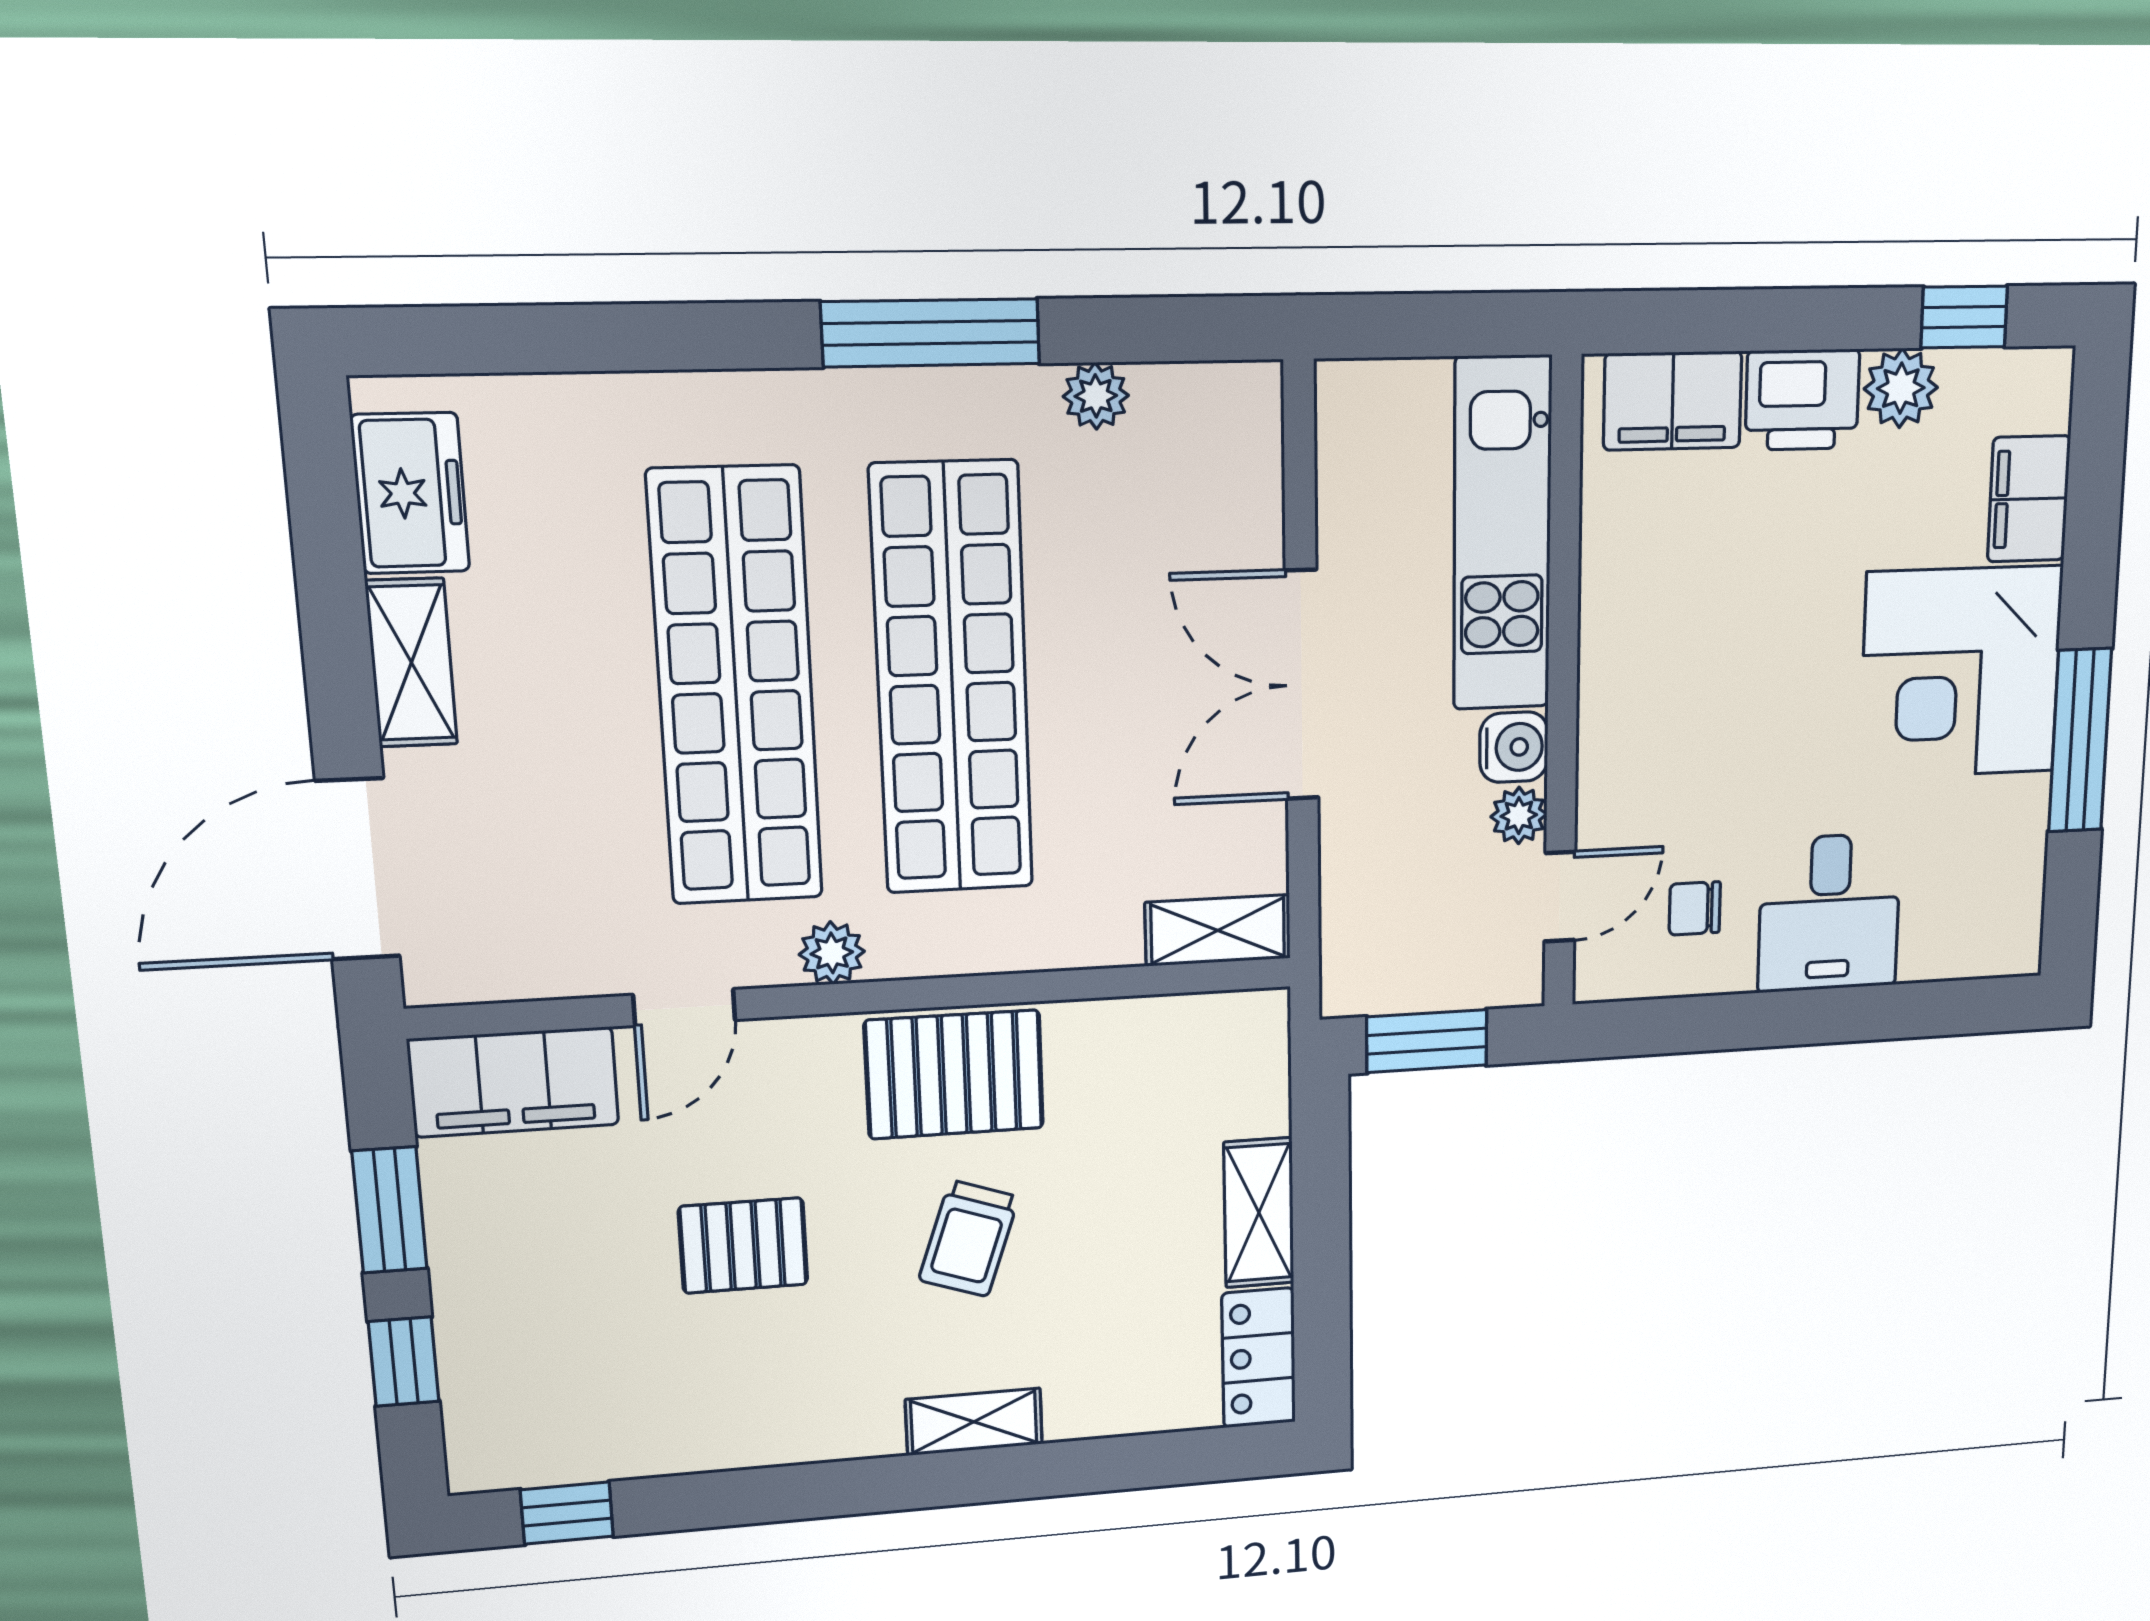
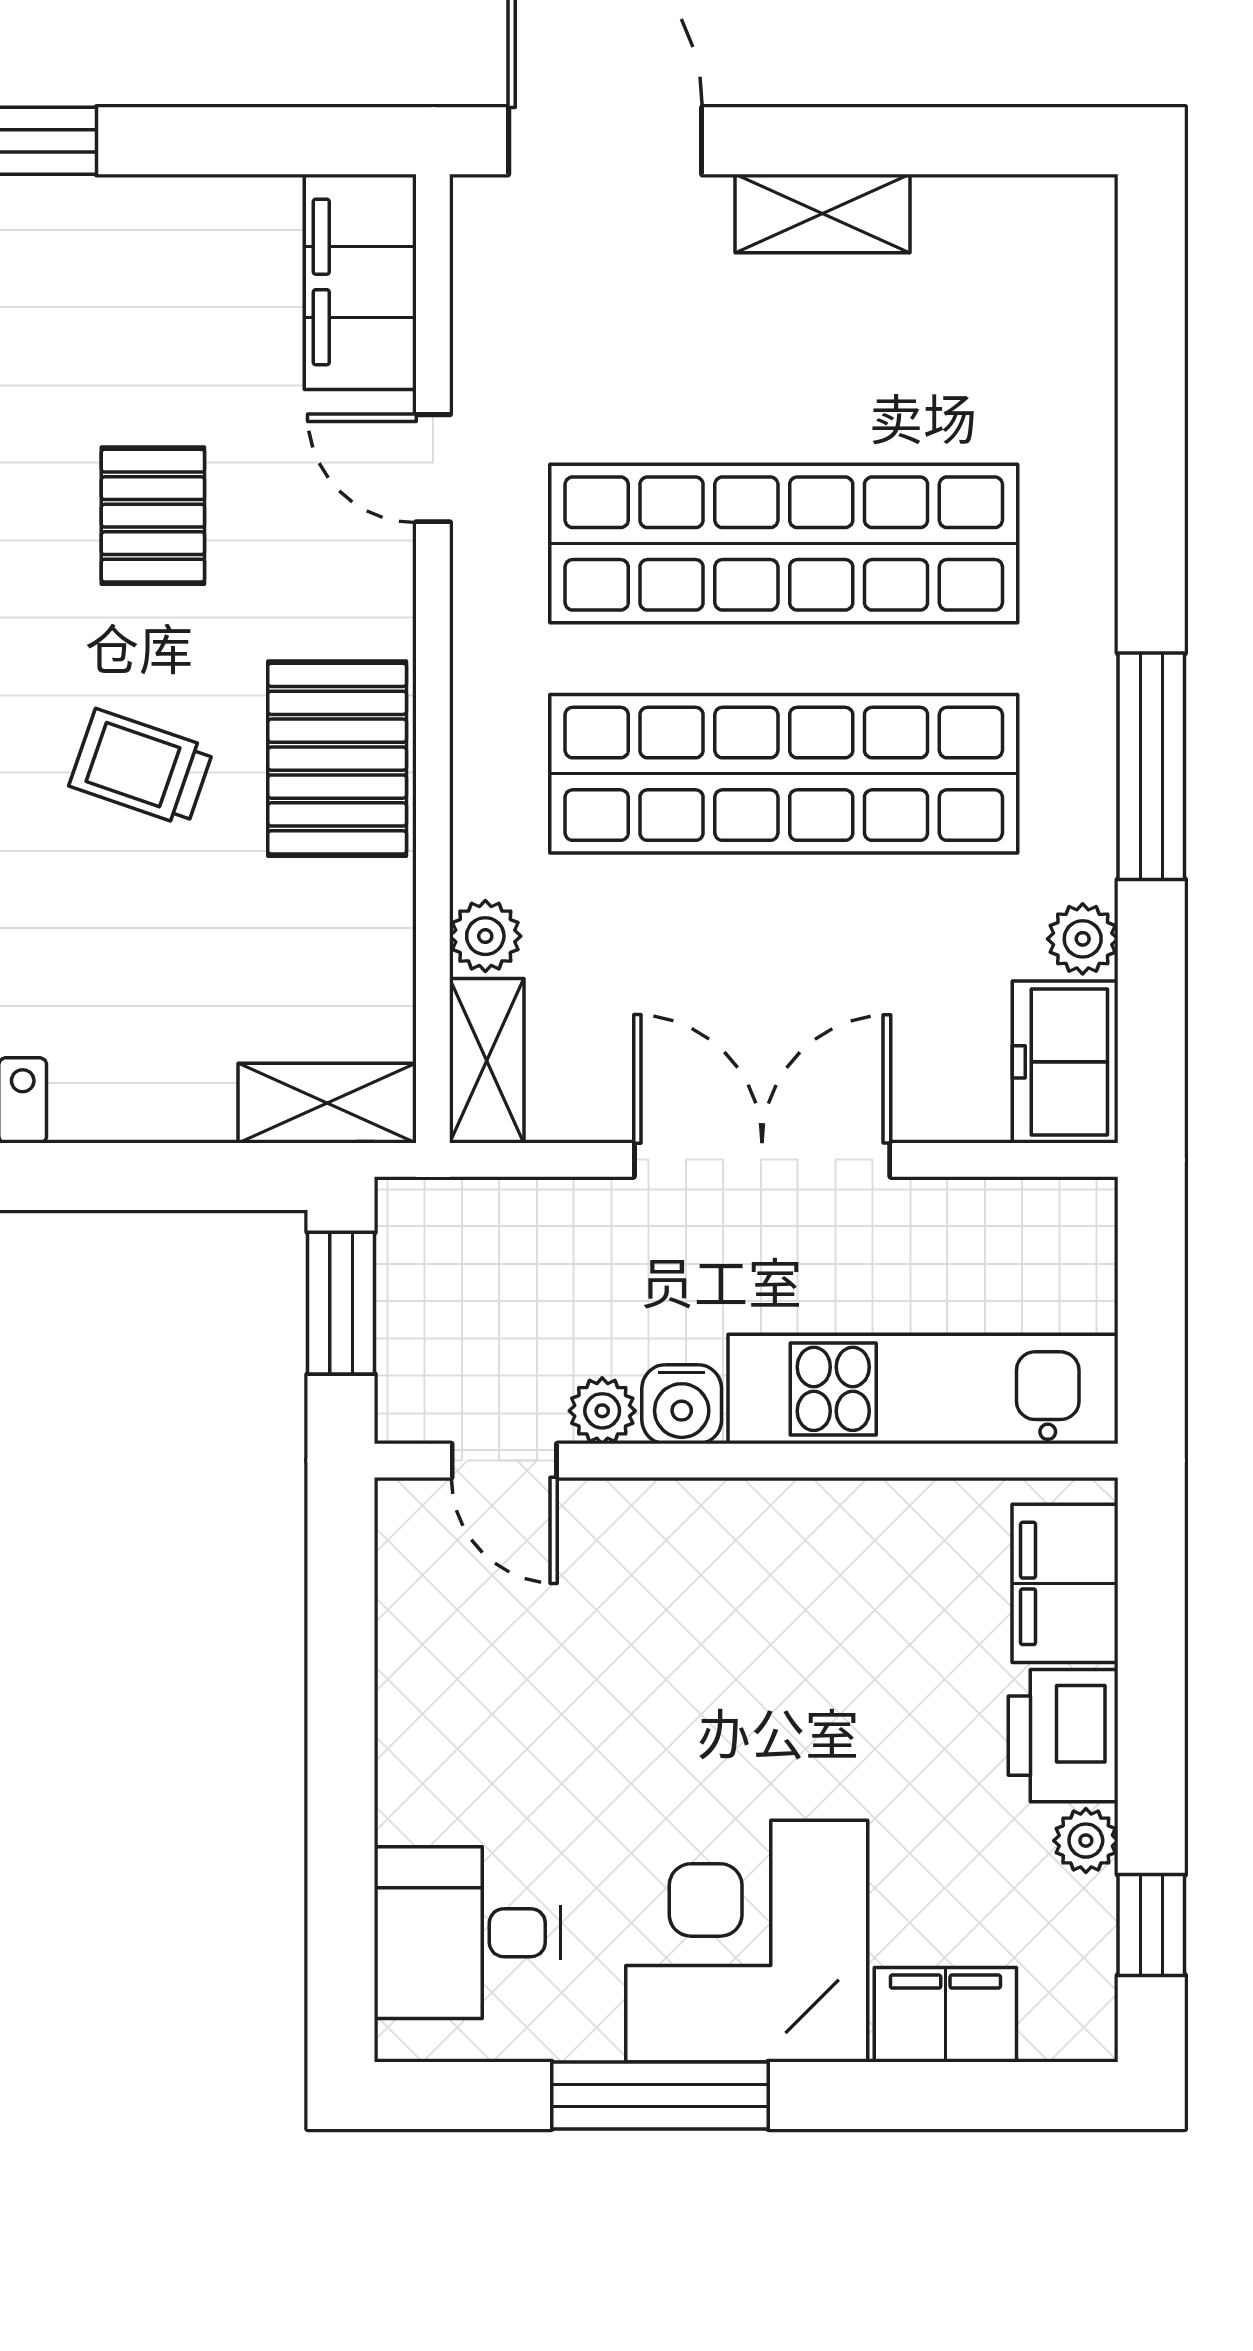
plant: (1901, 388) -> (1086, 1841), width x0.73, depth x0.73
freezer: (410, 493) -> (1065, 1062), moved, turned 90
chair: (1695, 908) -> (482, 1624), removed
desk: (1829, 913) -> (467, 1933), moved
plant: (832, 953) -> (485, 936), moved
window: (389, 1210) -> (224, 141), removed
shelving: (1259, 1213) -> (327, 1103), moved

